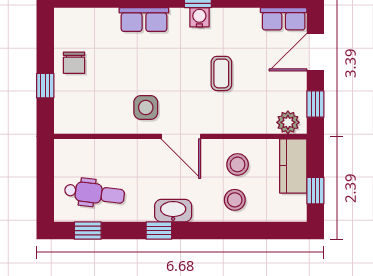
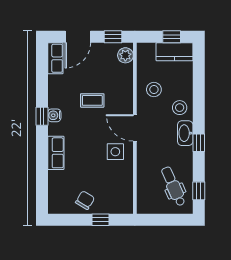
door: (315, 52) -> (78, 37), hinge flipped
chair: (74, 63) -> (85, 200), turned -59
door: (181, 136) -> (135, 128), swing flipped
kitchen counter: (293, 166) -> (175, 52), moved
dental chair: (94, 193) -> (173, 186), turned -31
stool: (235, 200) -> (180, 108), moved

